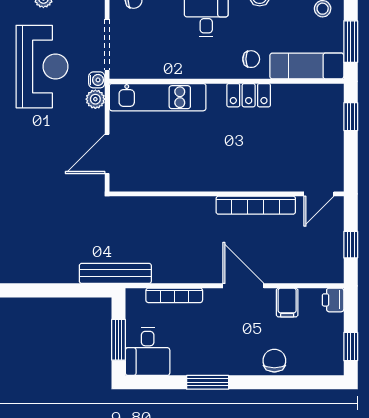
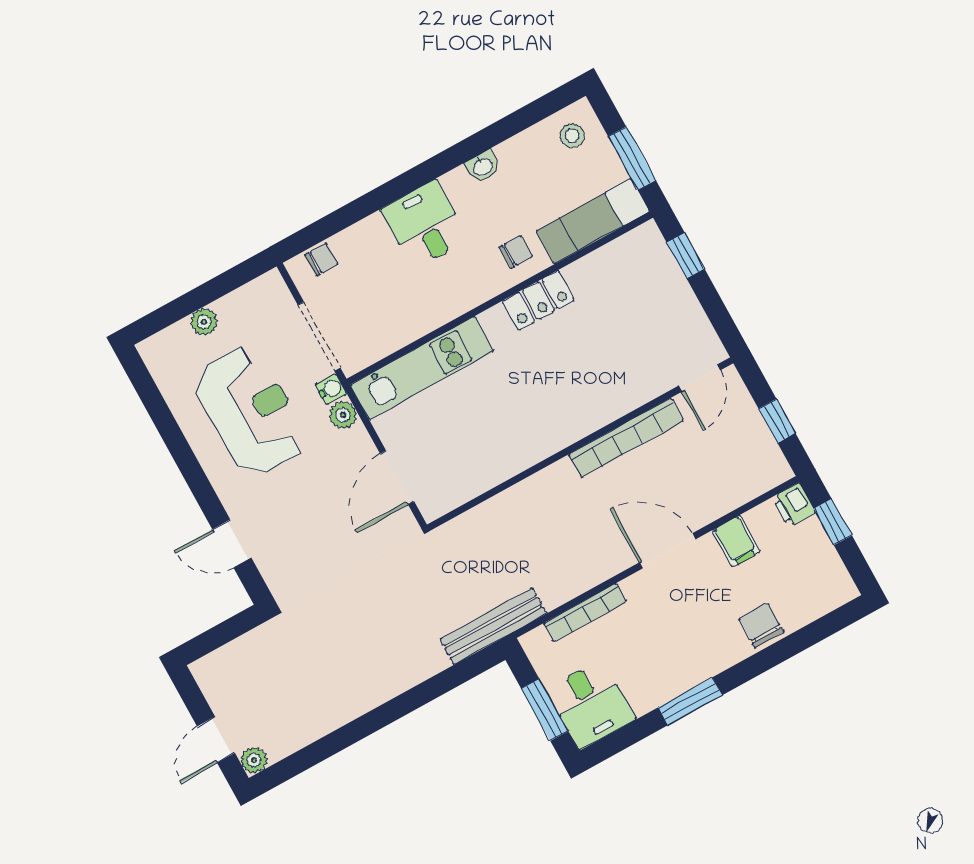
window: (351, 347) -> (833, 522), moved

